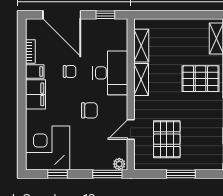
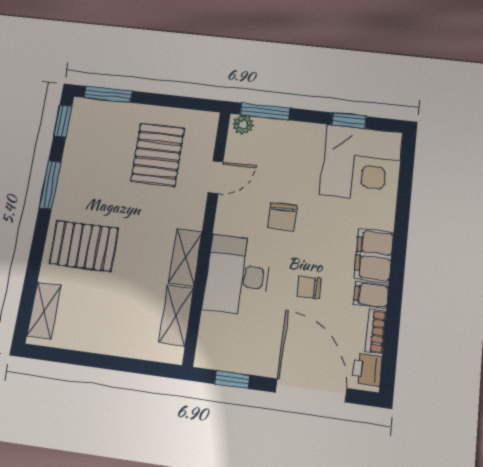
printer: (33, 30) -> (367, 369), added
chair: (89, 110) -> (282, 217), turned -90
window: (181, 174) -> (108, 94), moved

